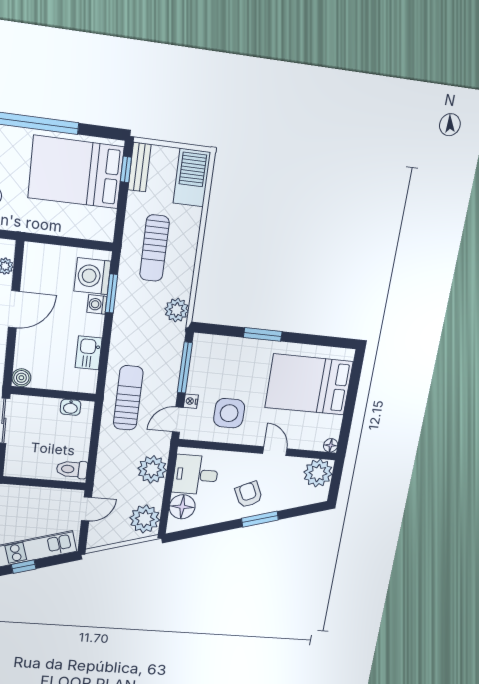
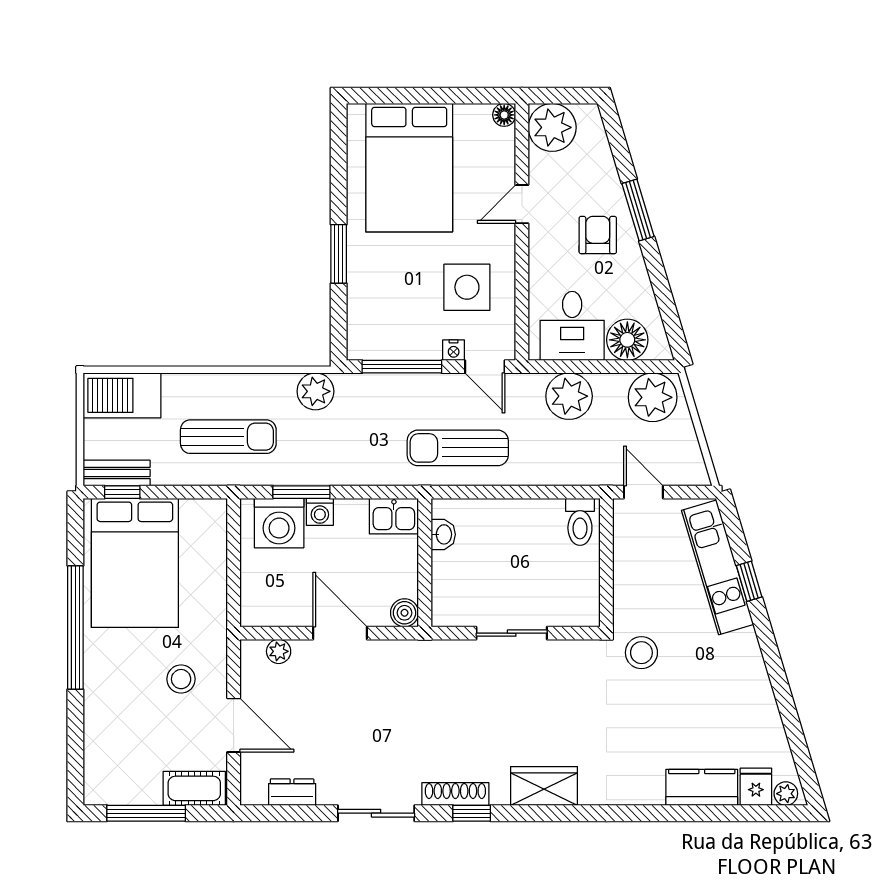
boiler: (21, 378) -> (404, 613), moved
wall: (53, 394) -> (425, 563), moved
washbasin: (70, 407) -> (443, 534), moved
armchair: (249, 495) -> (598, 235), turned 116

